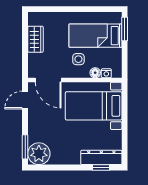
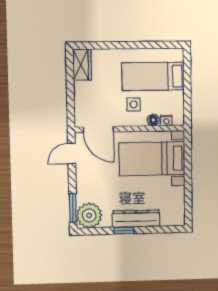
window: (125, 29) -> (187, 68), removed
wardrobe: (35, 39) -> (82, 65), moved
dresser: (101, 157) -> (136, 219), moved
window: (101, 168) -> (124, 230), moved

